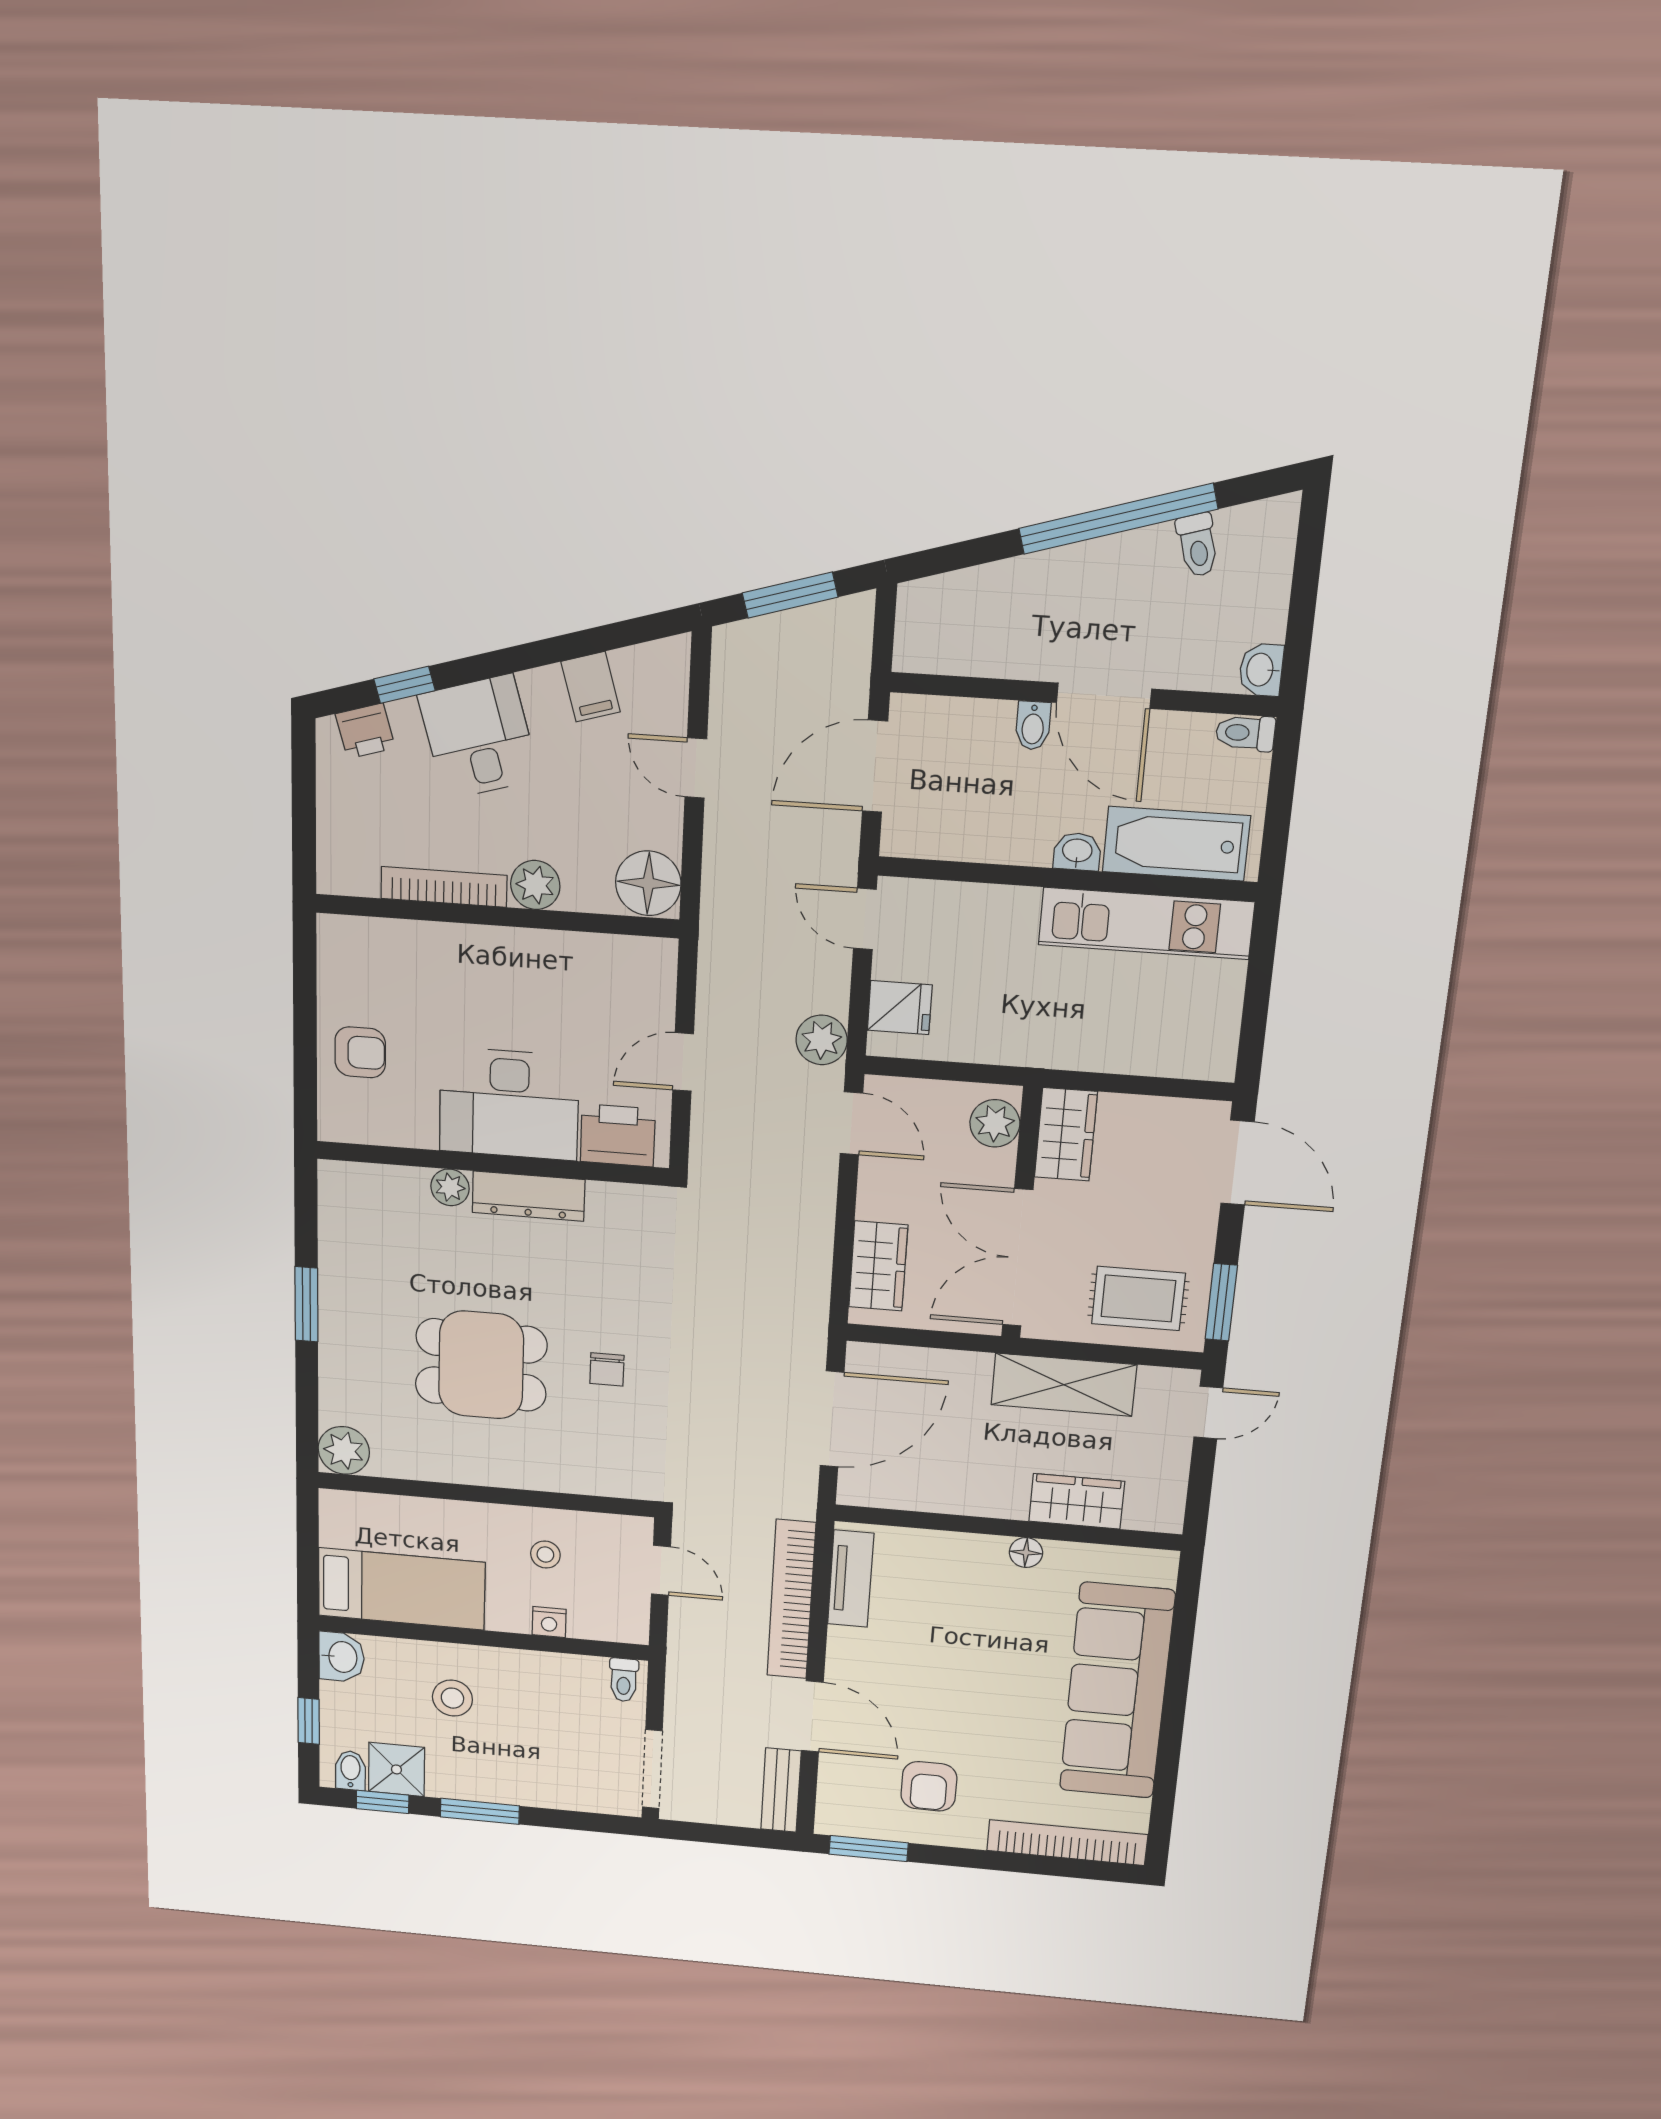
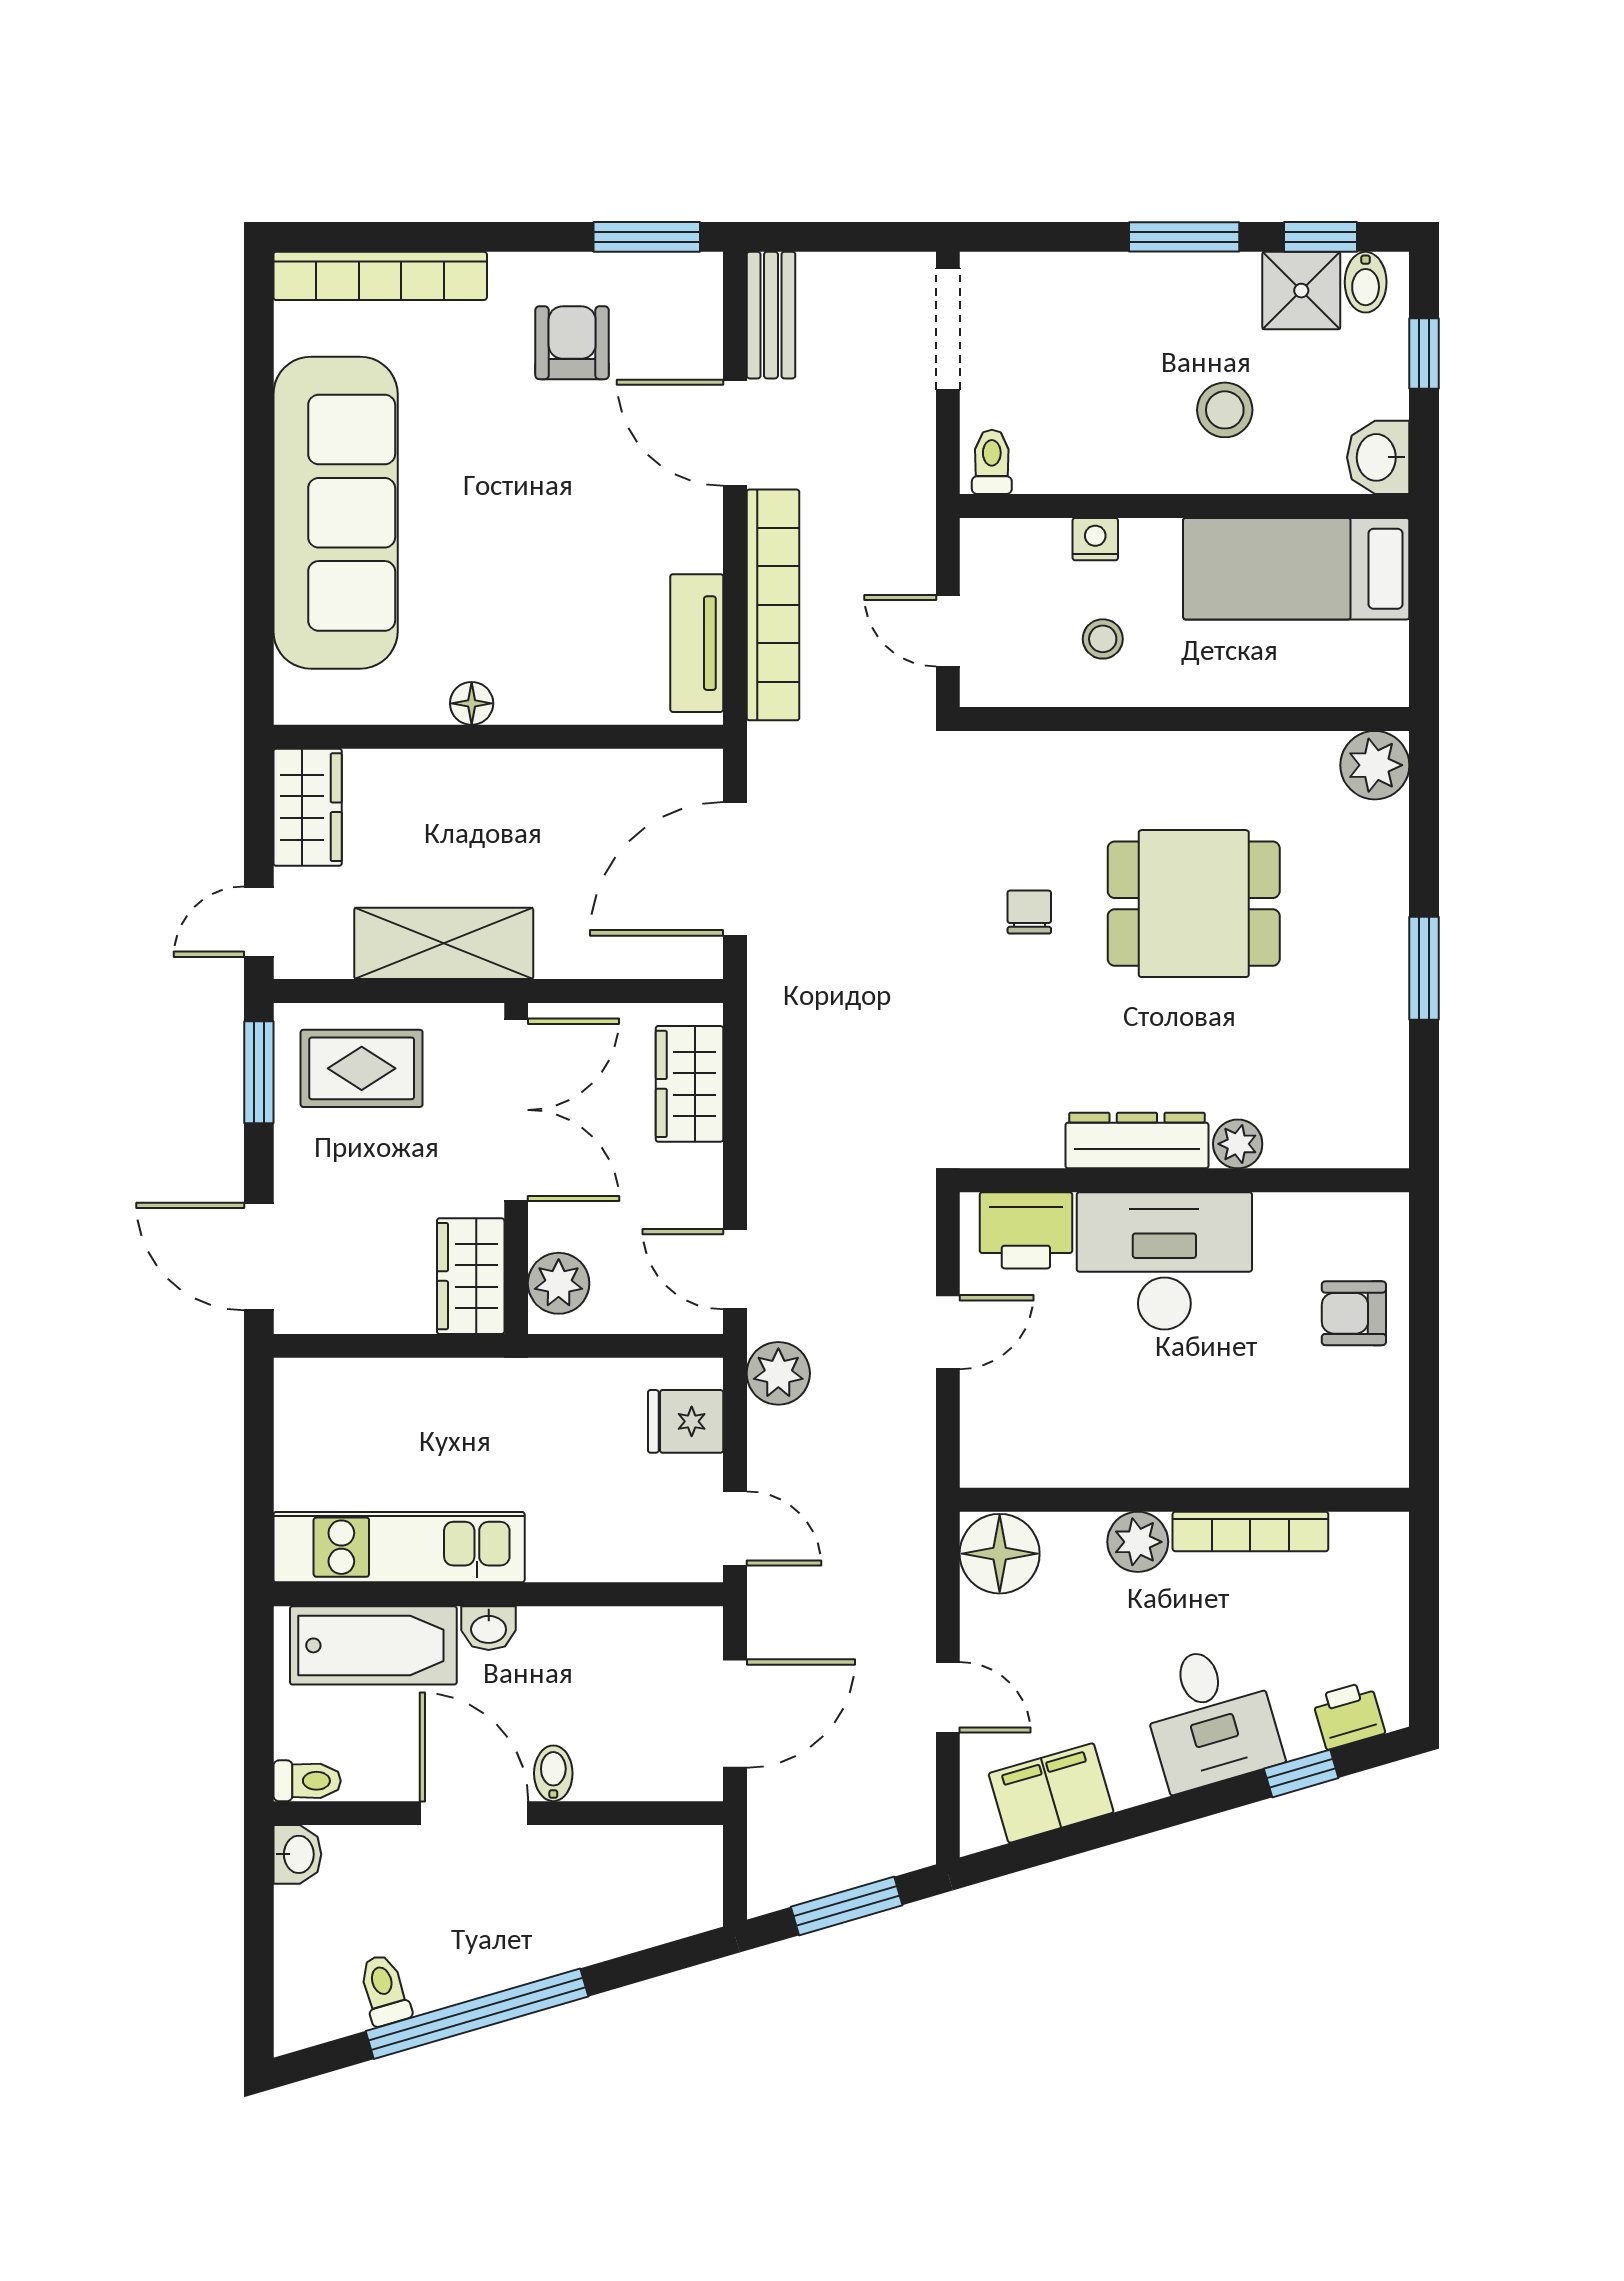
filing cabinet: (591, 687) -> (1051, 1793), width x2.00
wardrobe: (1077, 1501) -> (308, 807), moved, turned -90

